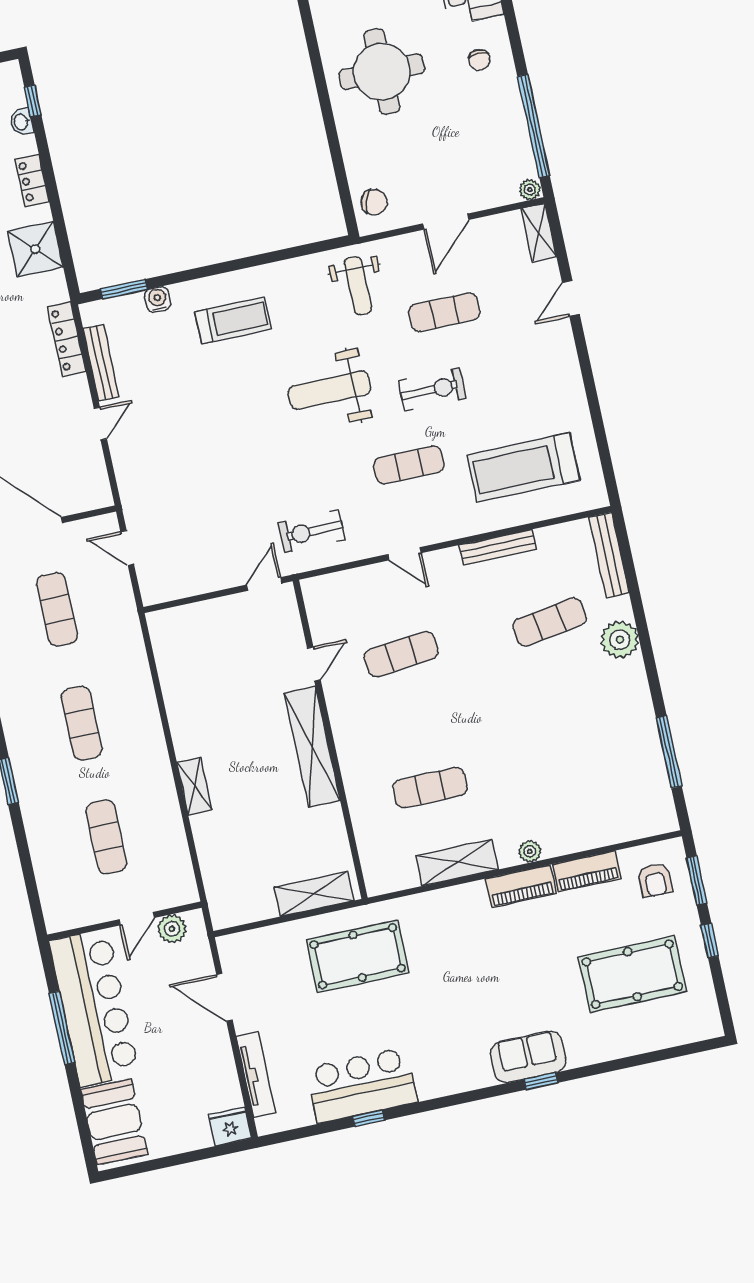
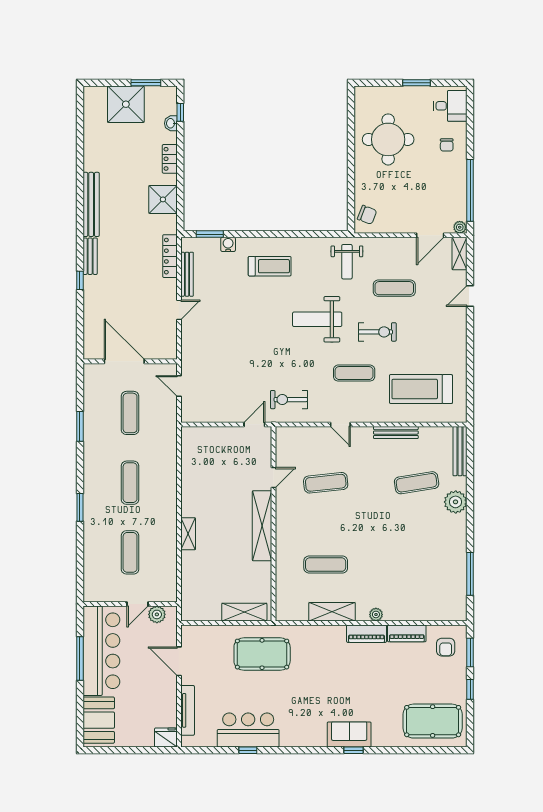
door: (446, 222) -> (430, 235), moved
pool table: (632, 974) -> (433, 721), moved

